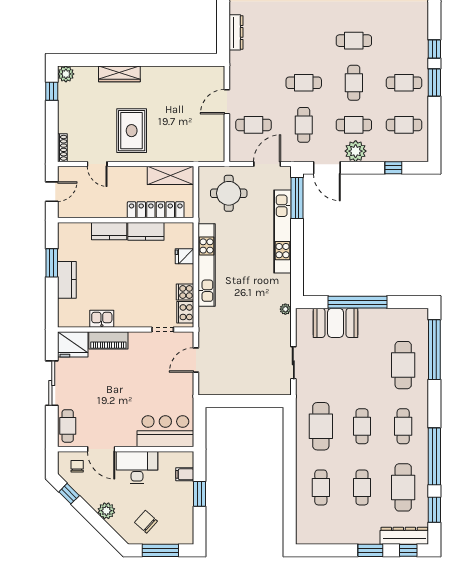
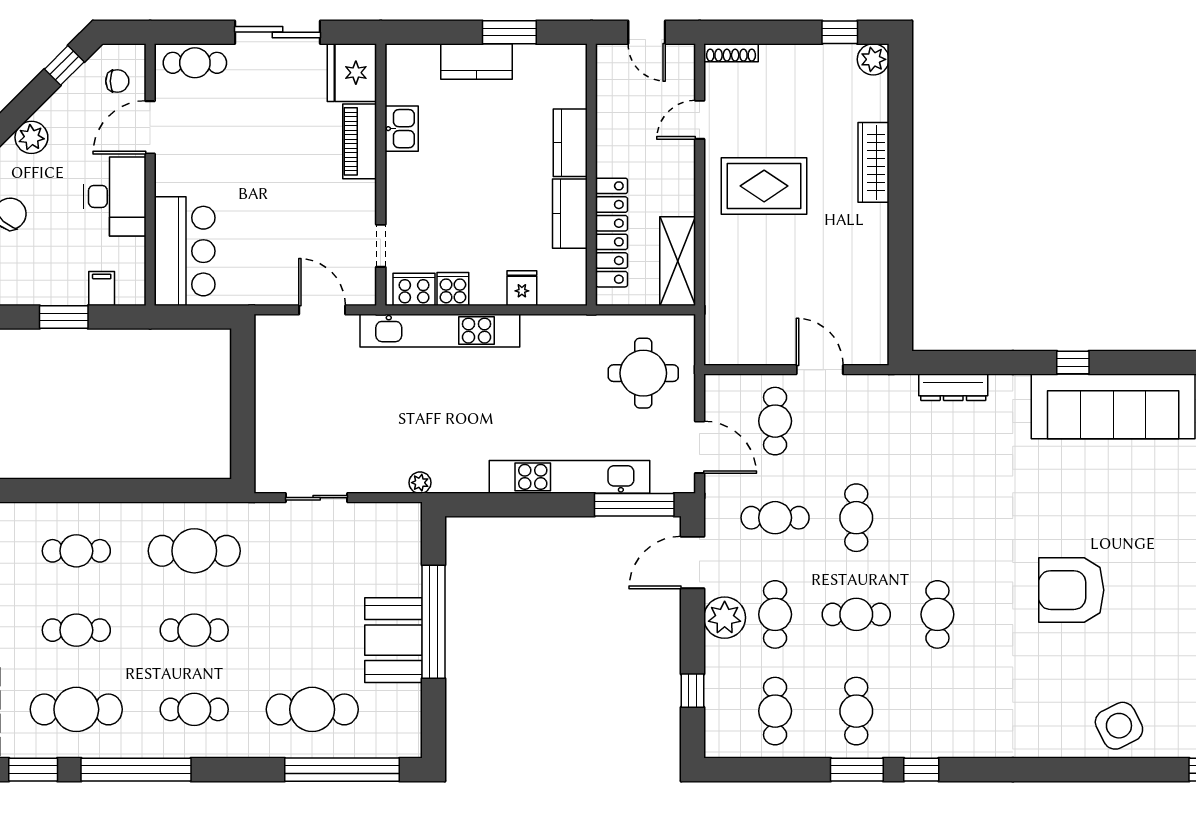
kitchen unit: (207, 265) -> (440, 331), moved
booth: (336, 323) -> (394, 640), moved

